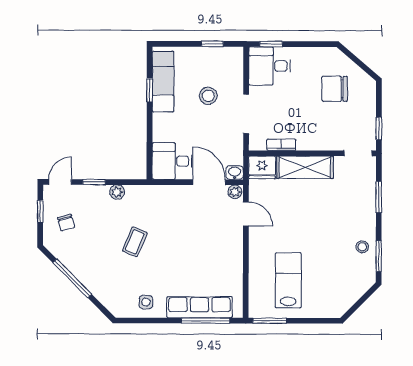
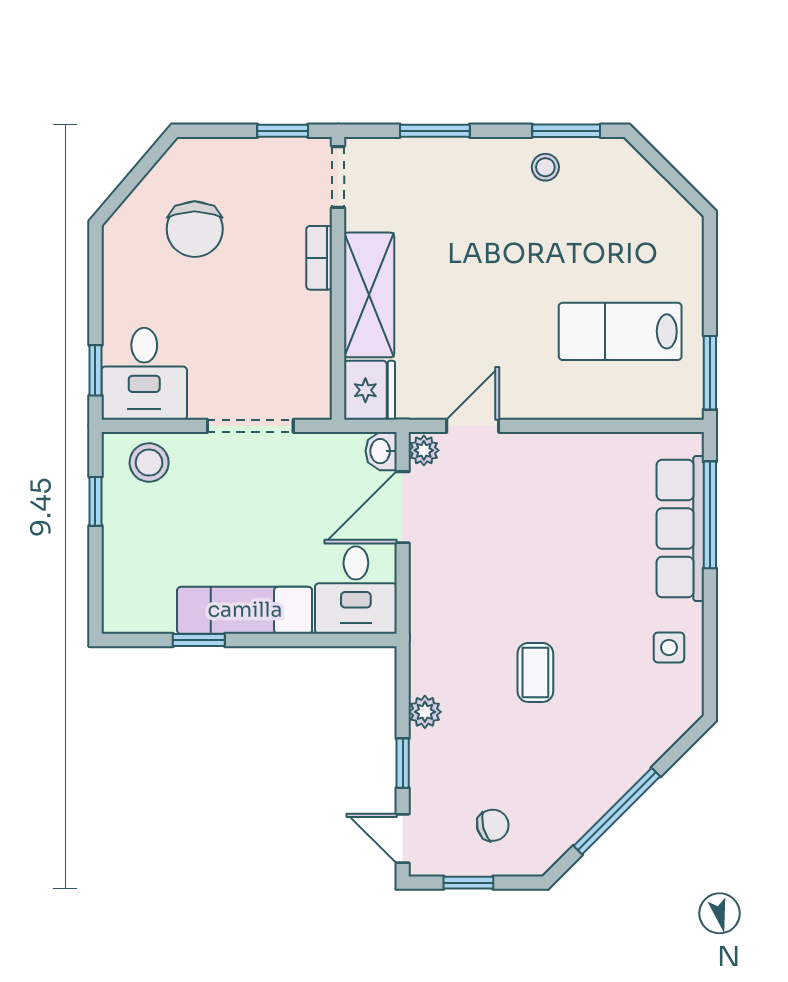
exam couch: (163, 81) -> (245, 610), moved
stool: (208, 96) -> (149, 463), moved
bookcase: (281, 145) -> (319, 258), moved
coffee table: (135, 242) -> (535, 672), turned 67

